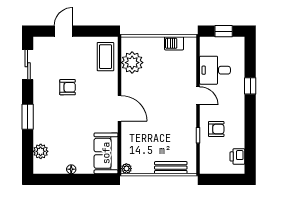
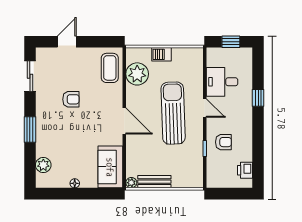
barbecue: (174, 43) -> (162, 54), moved
sun lounger: (167, 101) -> (173, 113), added
bench: (171, 168) -> (154, 182), moved

